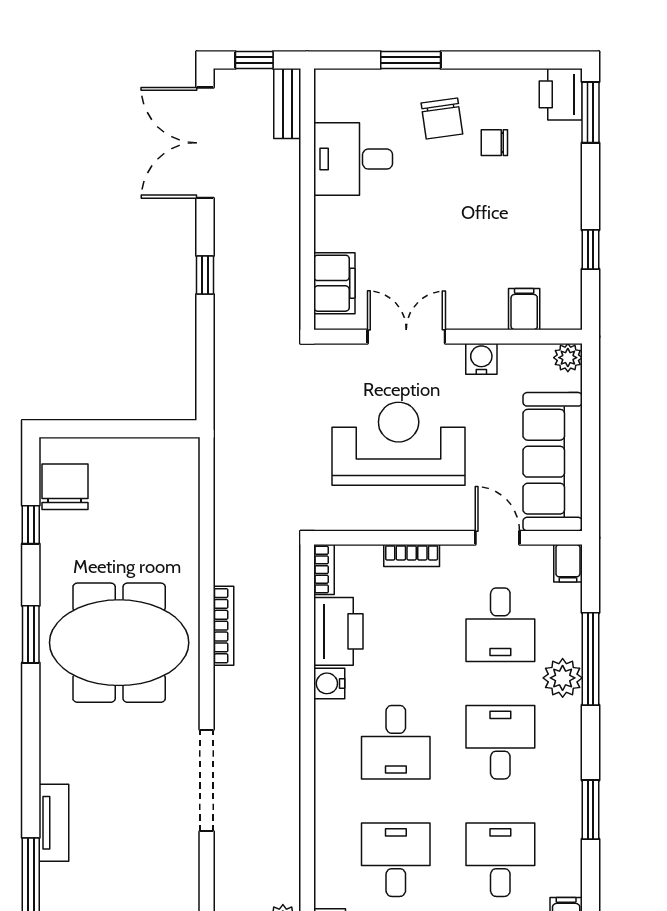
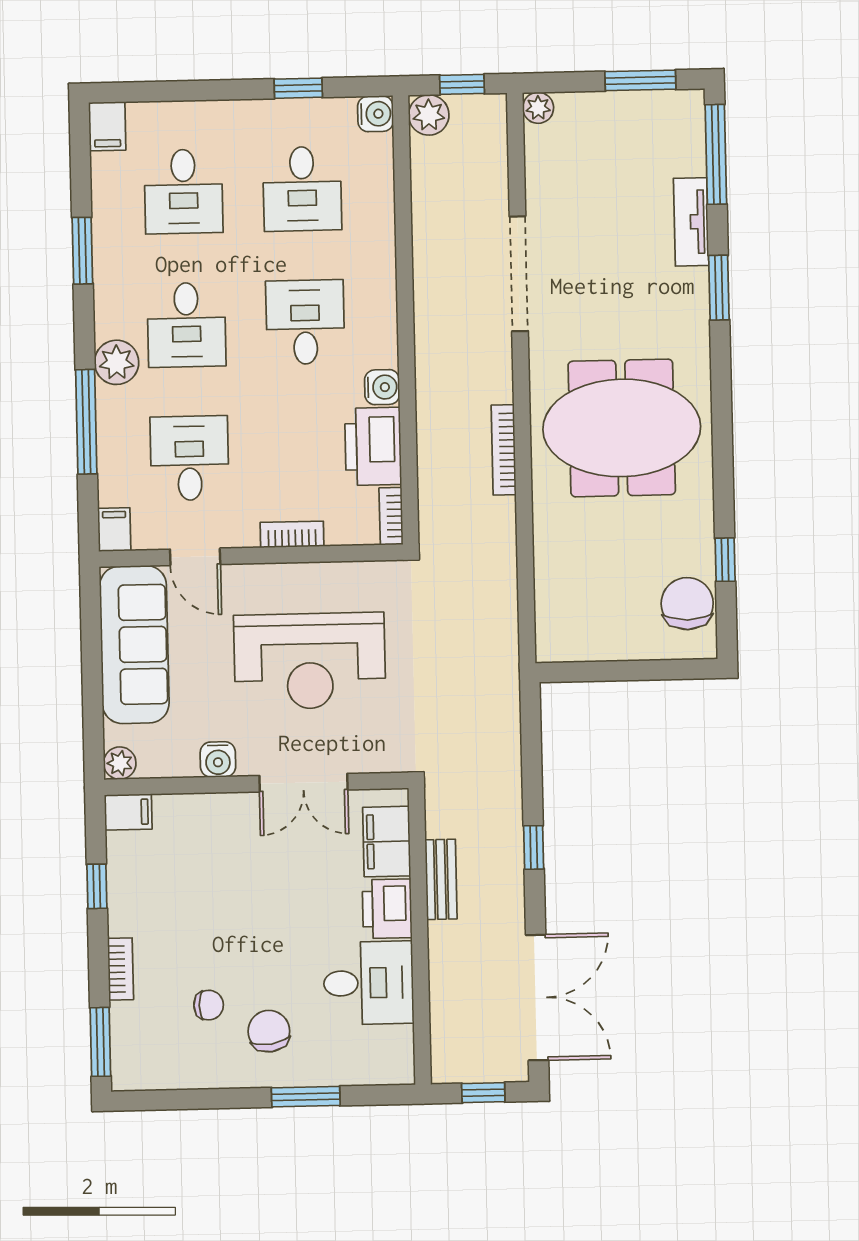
printer: (561, 94) -> (387, 909), moved, turned 180
bench: (287, 104) -> (441, 879), moved
bookcase: (571, 176) -> (121, 969), added
filing cabinet: (524, 309) -> (128, 812), moved, turned -90
chair: (65, 487) -> (687, 604), turned 180
window: (31, 634) -> (719, 288), moved
plant: (563, 678) -> (117, 362), moved

